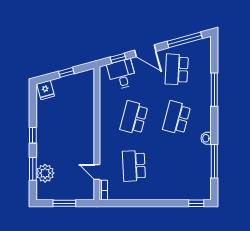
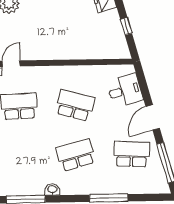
window: (118, 58) -> (143, 86), removed
school desk: (177, 118) -> (76, 155), turned -30

